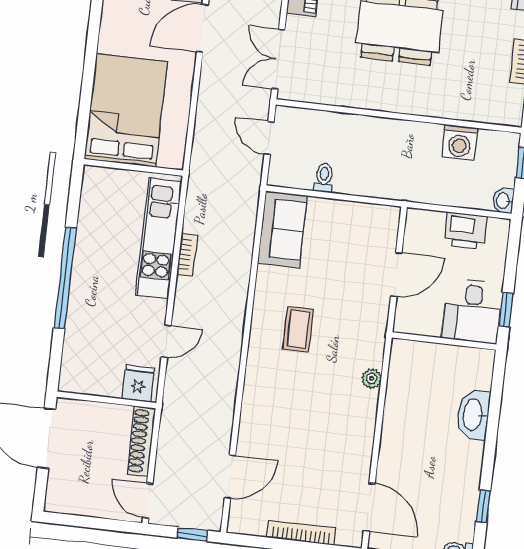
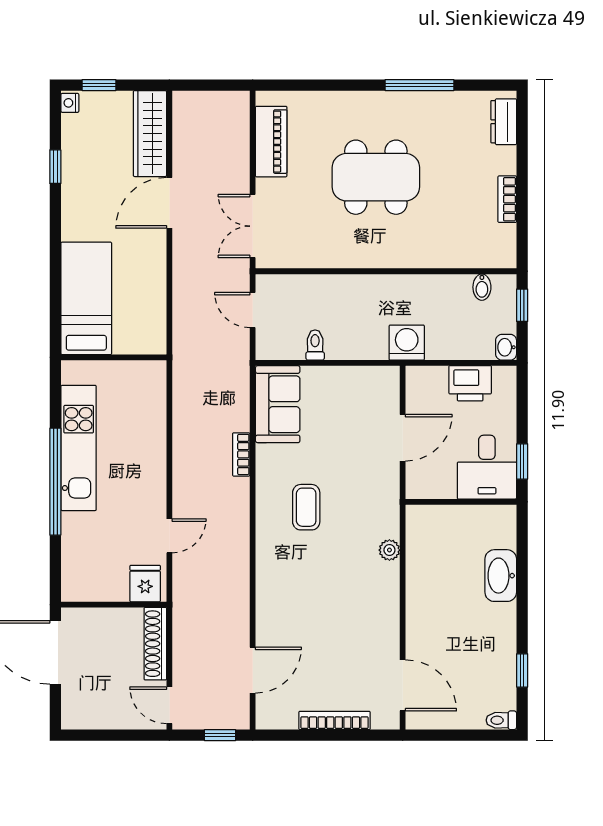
bed: (126, 110) -> (86, 298), width x0.67
bidet: (487, 142) -> (482, 287), added
washing machine: (460, 143) -> (407, 343), moved, turned 180
kitchen unit: (159, 238) -> (79, 448), moved, turned 180
bookcase: (187, 255) -> (241, 454), moved, turned 180

